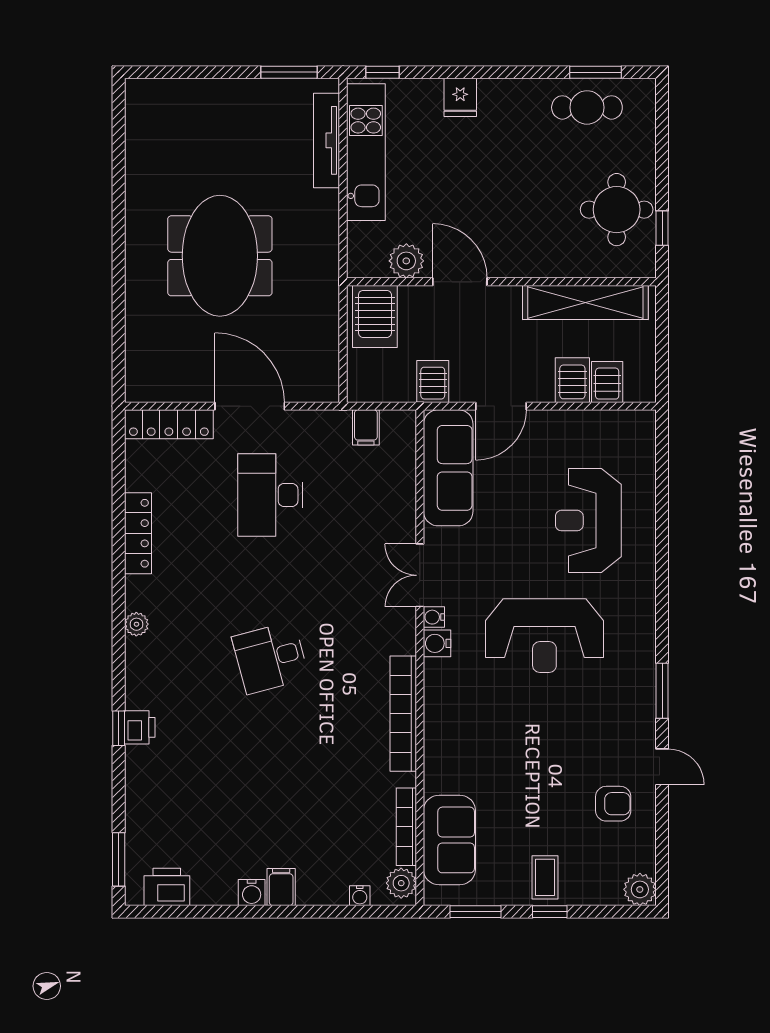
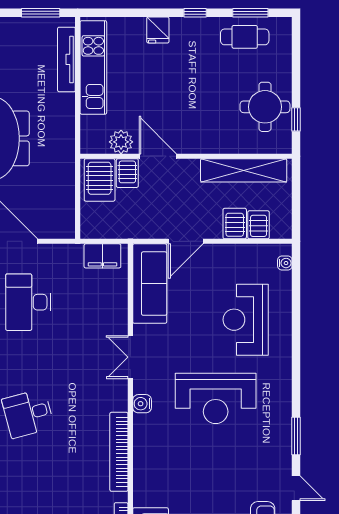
window: (383, 72) -> (195, 13), moved
server rack: (433, 381) -> (127, 173), moved, turned 180
filing cabinet: (366, 427) -> (102, 256), width x2.00
water cooler: (434, 617) -> (285, 263), moved, turned 180

